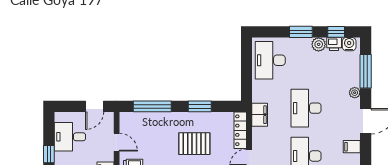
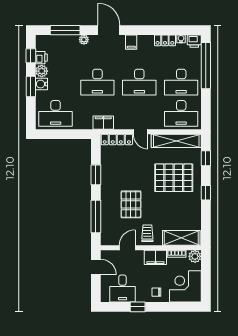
water cooler: (349, 44) -> (41, 84), moved
pallet: (194, 144) -> (131, 204), moved

